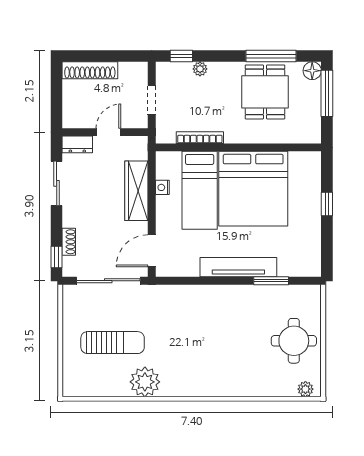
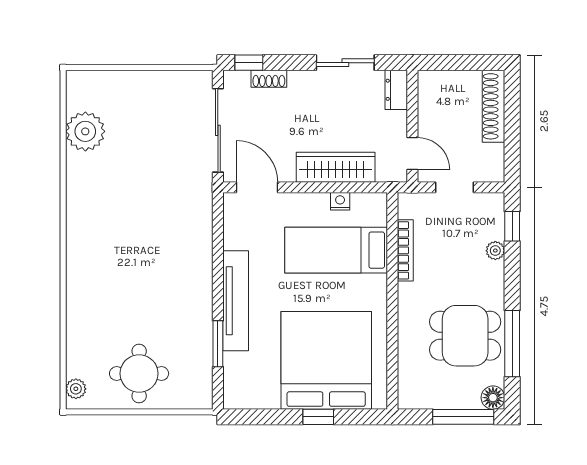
door: (108, 132) -> (412, 154), moved
bed: (253, 189) -> (326, 360), moved, turned 90
sun lounger: (113, 343) -> (137, 136), removed
plant: (145, 382) -> (85, 131), moved

